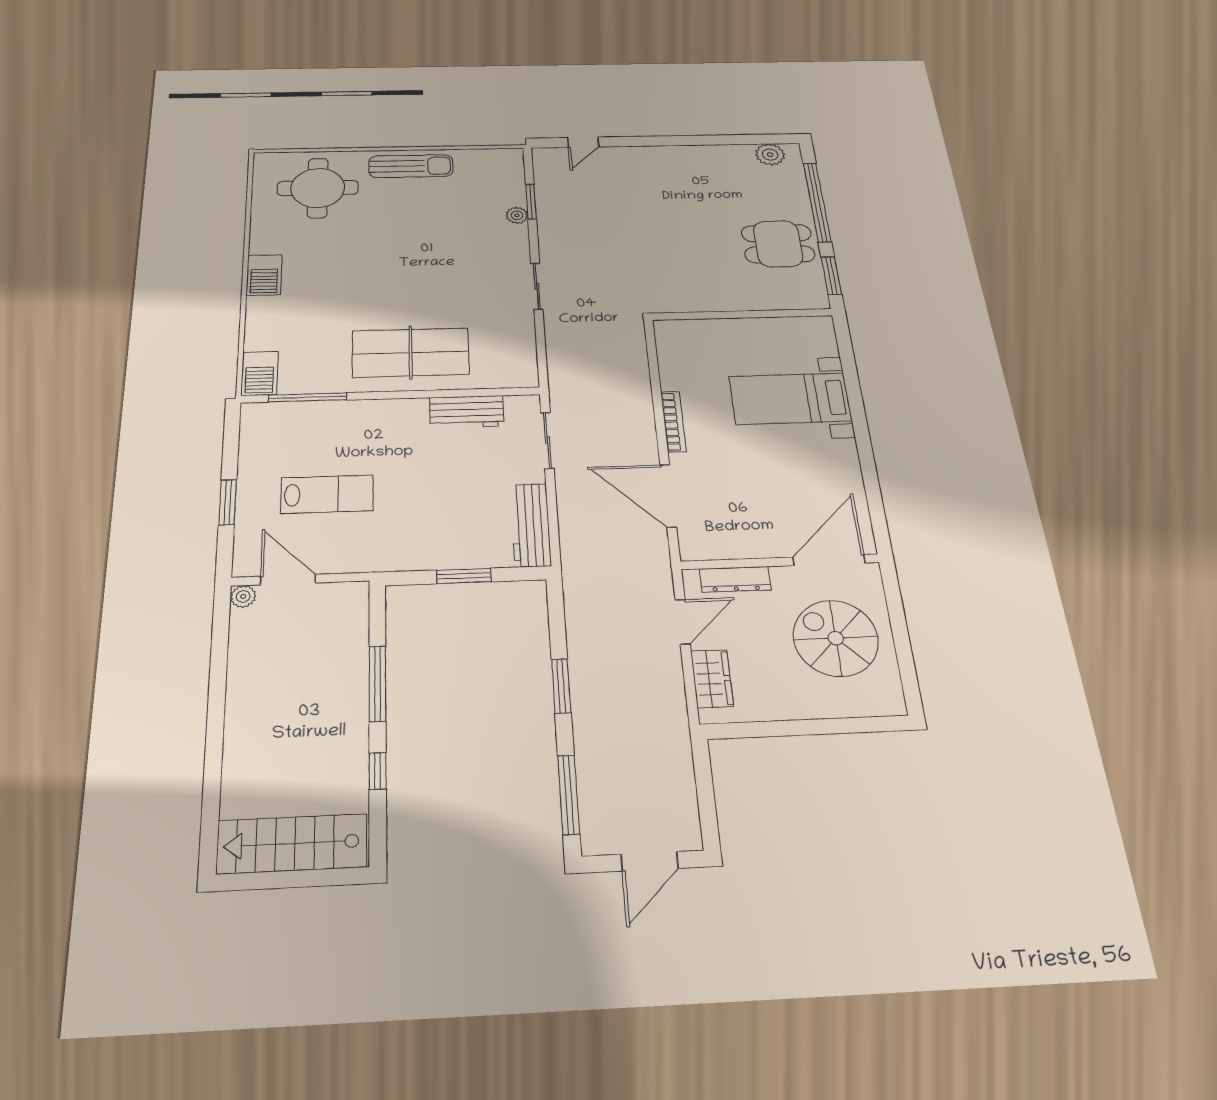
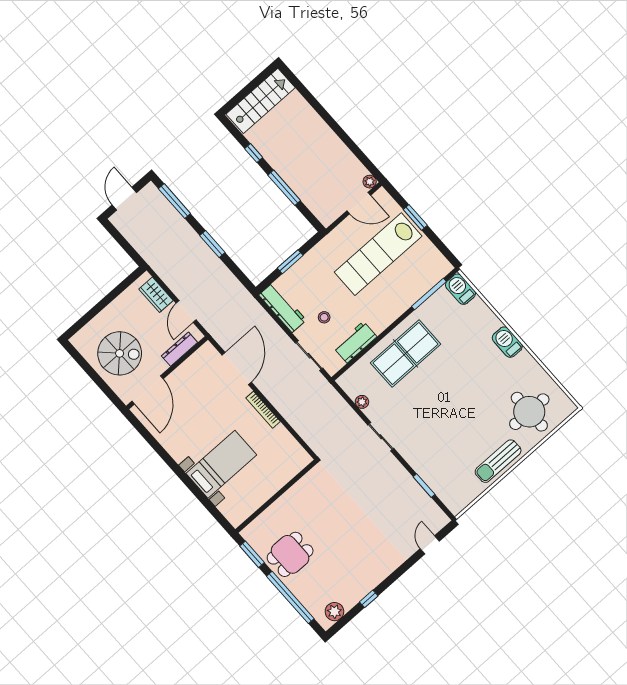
window: (713, 140) -> (369, 599), added
plant: (517, 215) -> (362, 402), moved
stool: (481, 471) -> (324, 317), added
lab bench: (327, 494) -> (378, 254), width x1.86, depth x1.39
door: (668, 496) -> (237, 369), hinge flipped

